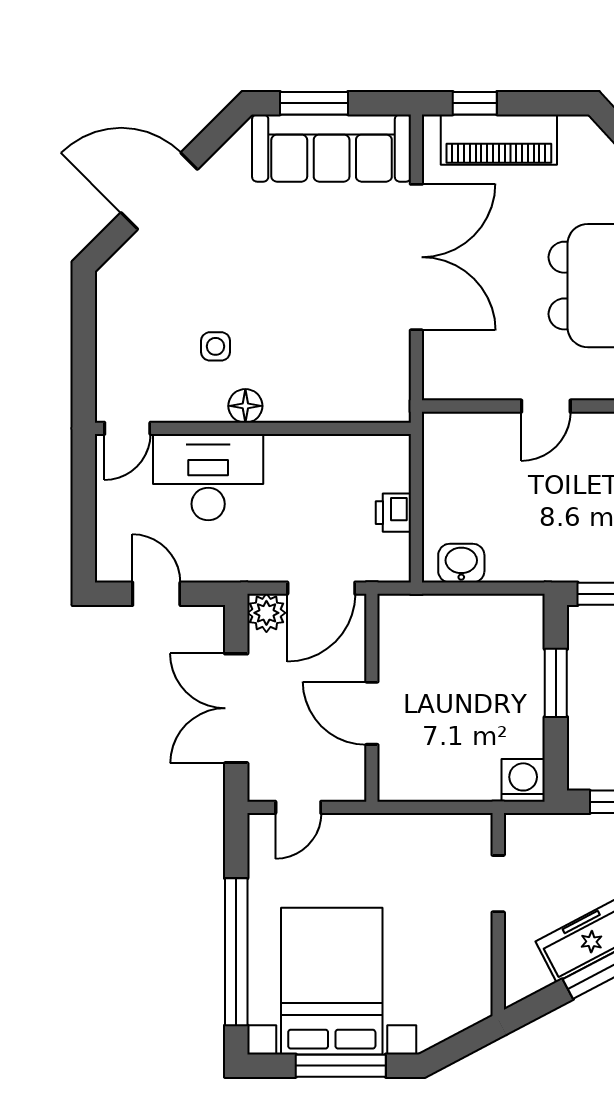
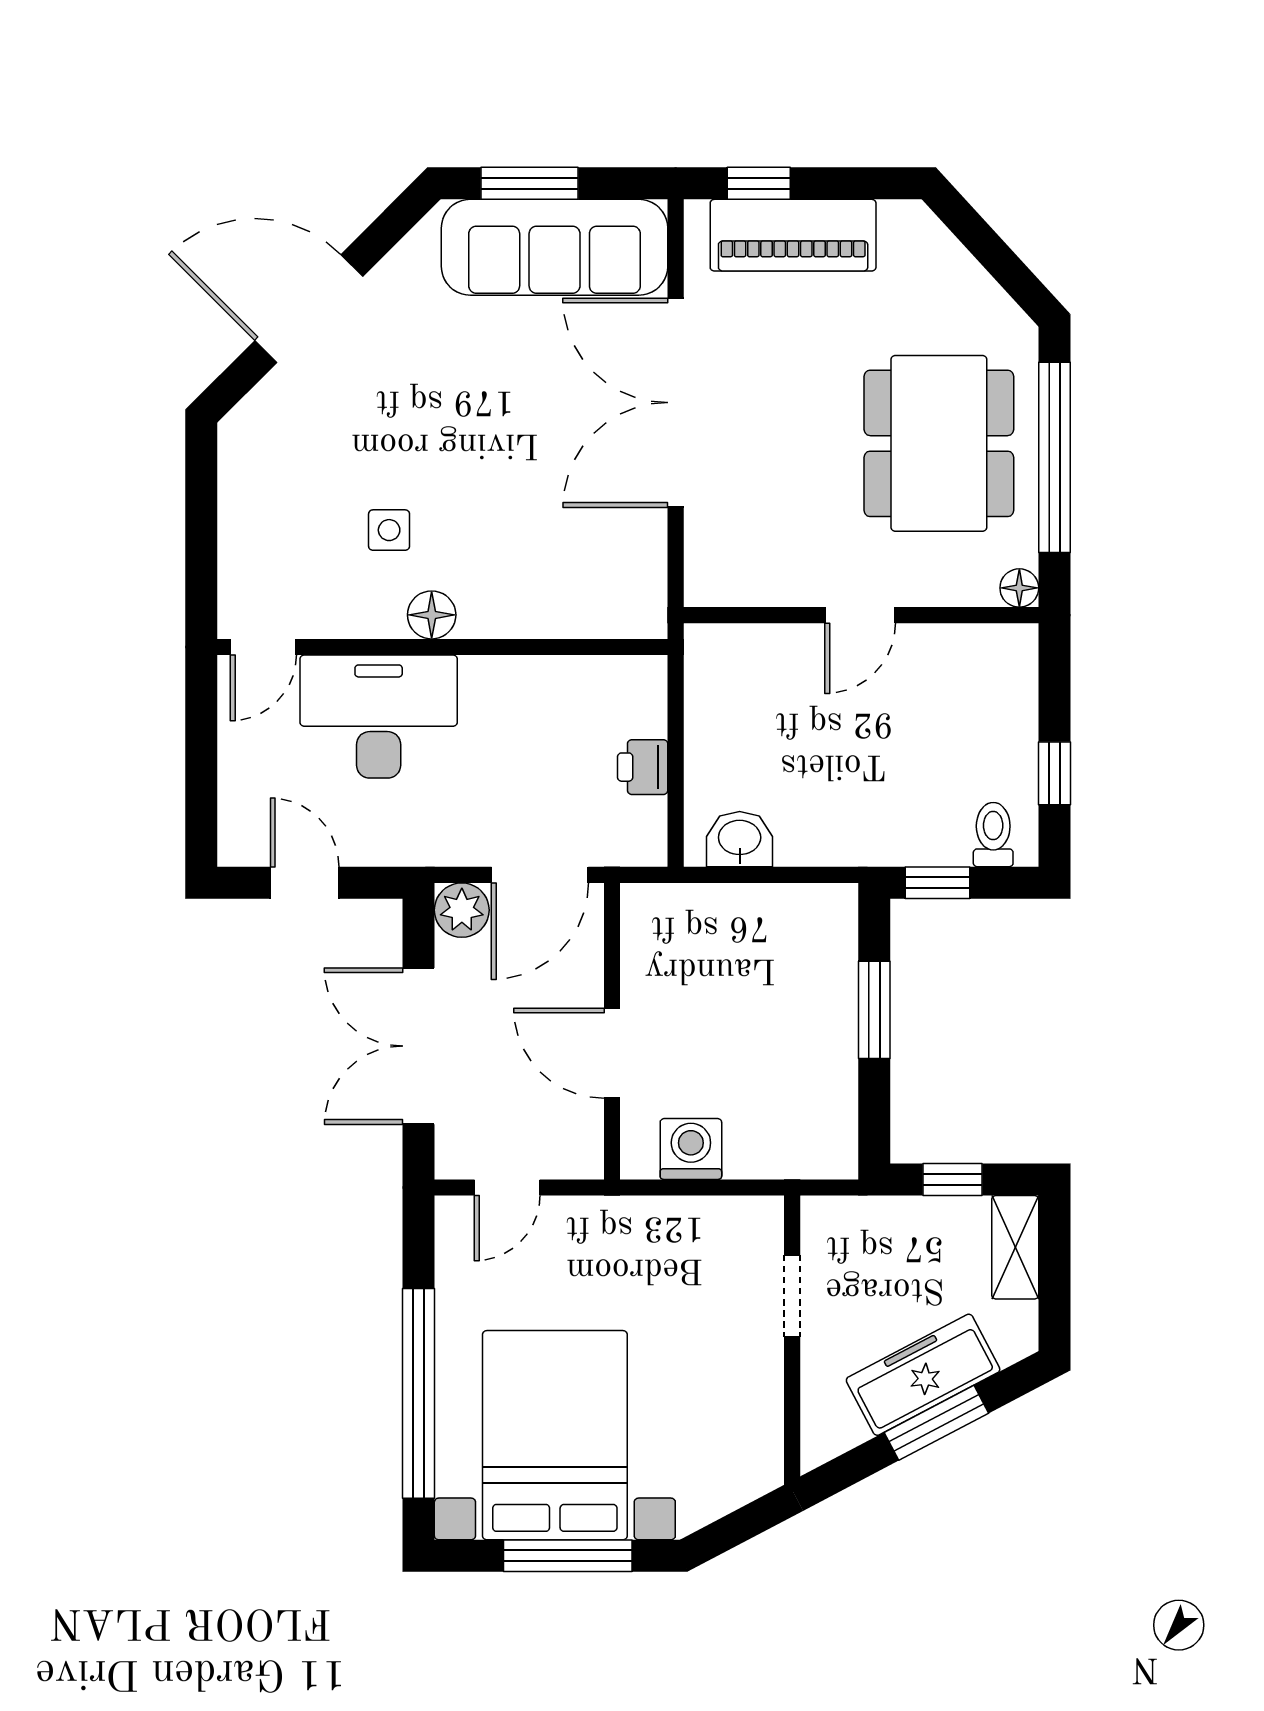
double door: (416, 257) -> (676, 403), swing flipped
washing machine: (523, 780) -> (691, 1149), moved

